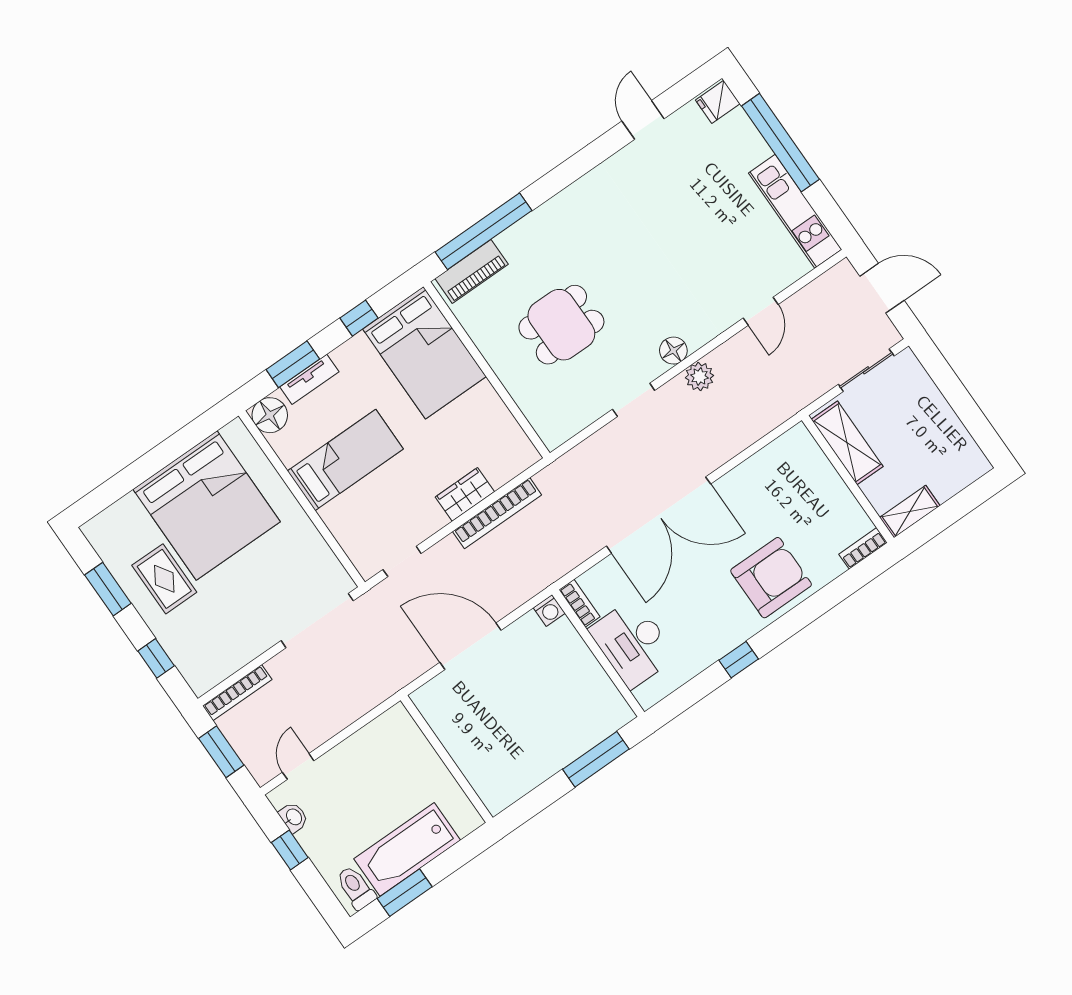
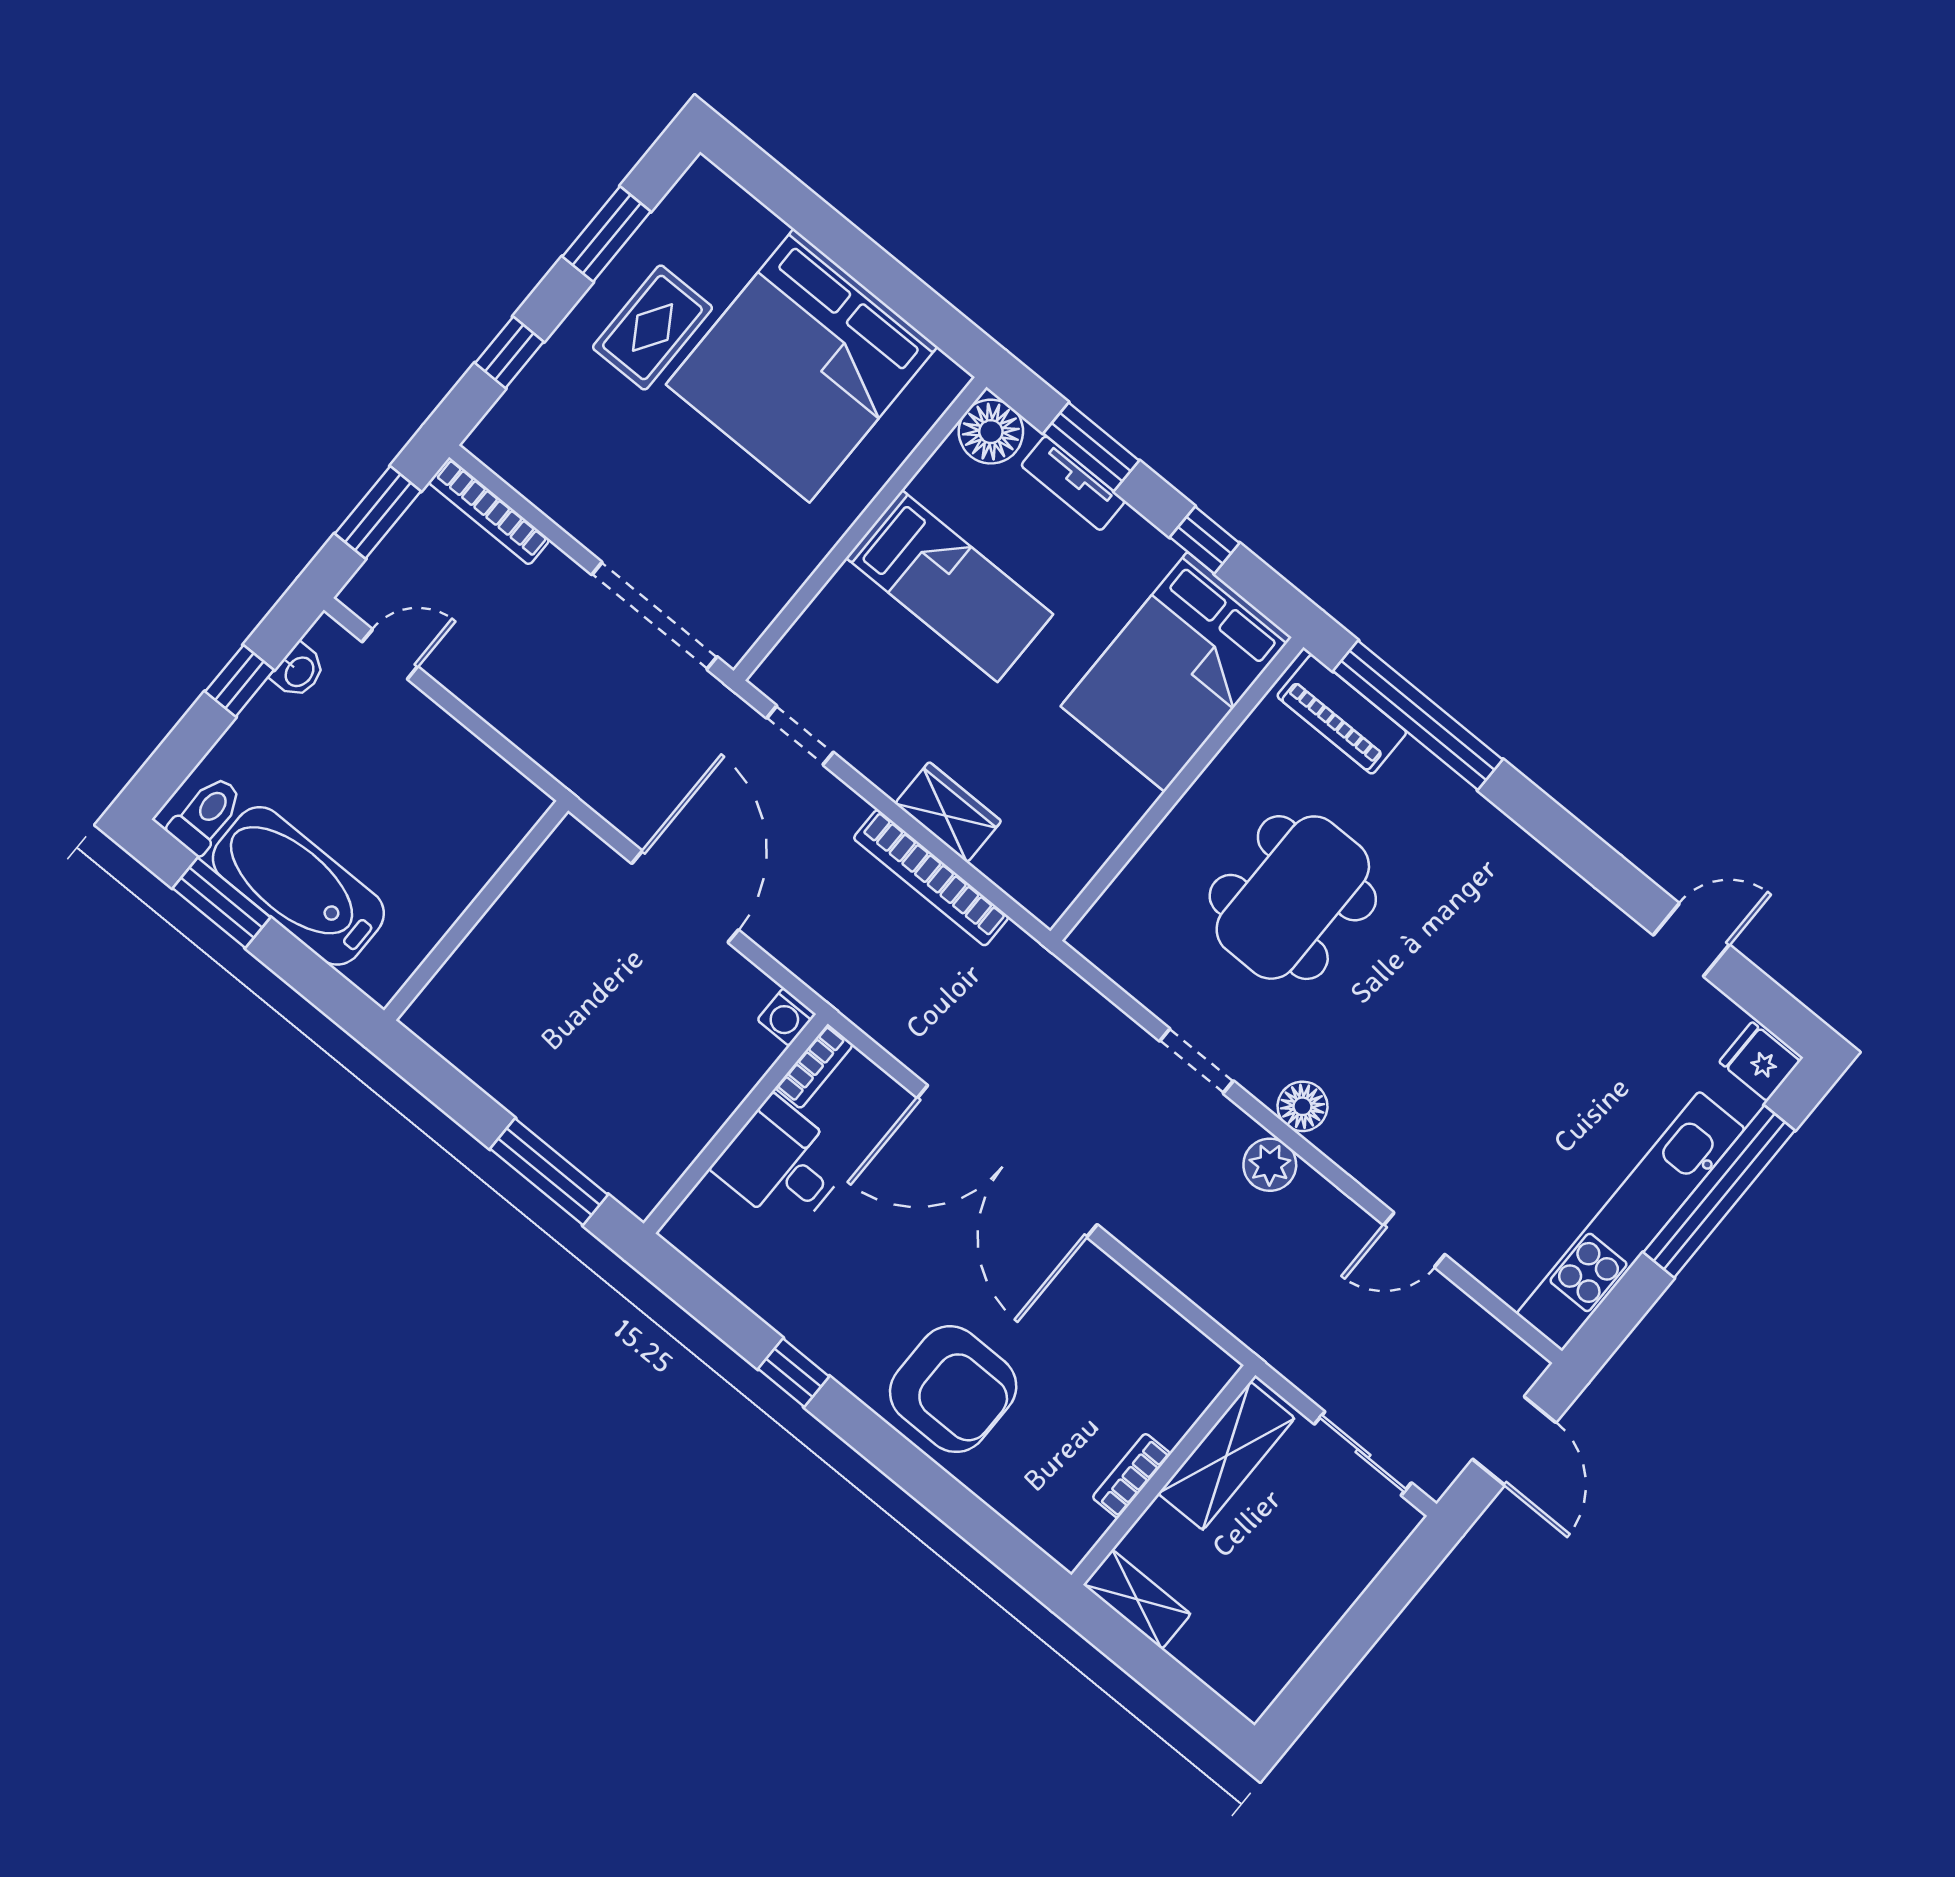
kitchen unit: (795, 211) -> (1631, 1221), width x1.36
dining table: (561, 325) -> (1293, 898), width x1.38
bookcase: (863, 548) -> (1131, 1476), moved, turned -90
desk: (633, 643) -> (782, 1164), width x0.73

